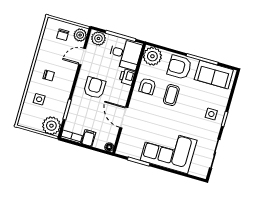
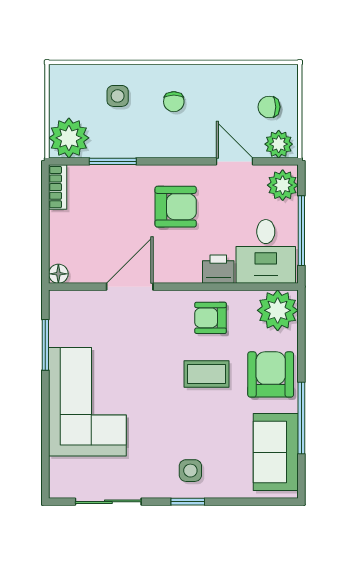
filing cabinet: (88, 138) -> (65, 224), removed

